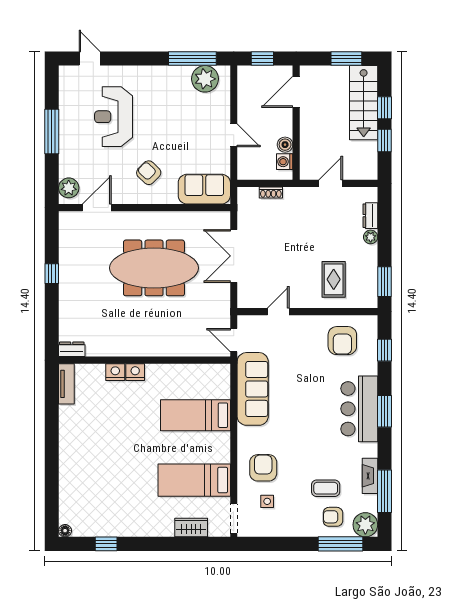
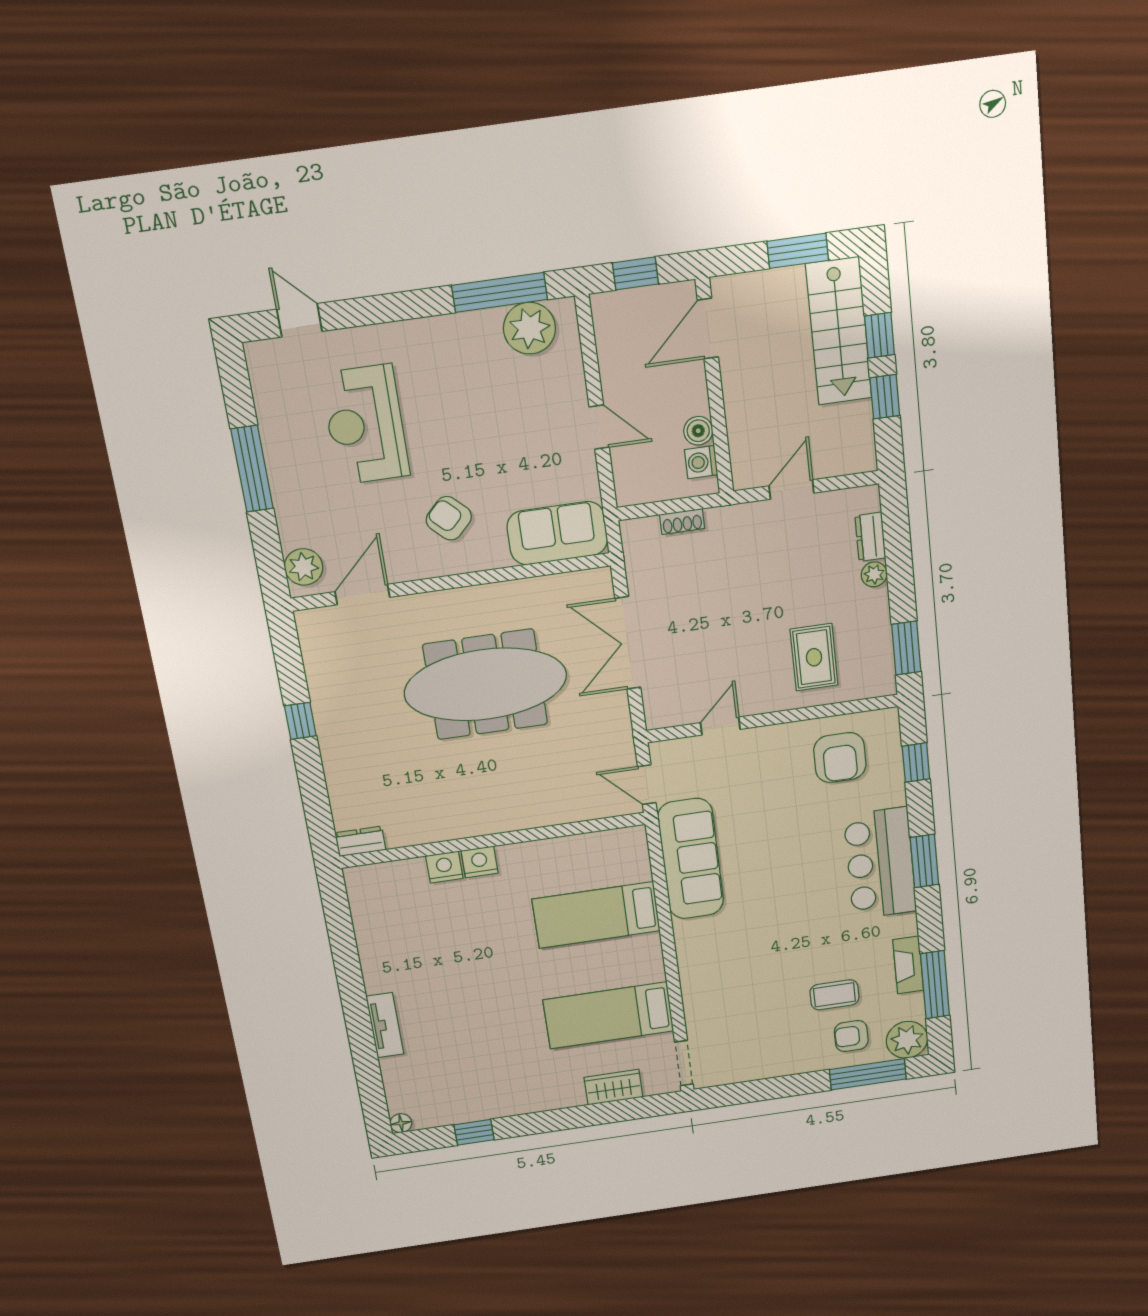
tv unit: (66, 384) -> (385, 1025), moved
armchair: (263, 468) -> (724, 979), removed
side table: (267, 501) -> (737, 1029), removed

